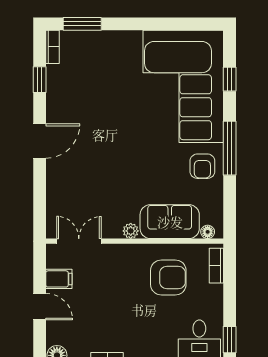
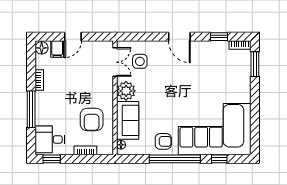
window: (230, 148) -> (175, 159), width x1.46
armchair: (202, 166) -> (163, 141), turned 180
side table: (78, 203) -> (140, 61), added
plant: (131, 231) -> (126, 91), width x1.88, depth x1.88
bookcase: (216, 266) -> (85, 150), moved
filing cabinet: (59, 279) -> (57, 49), moved

